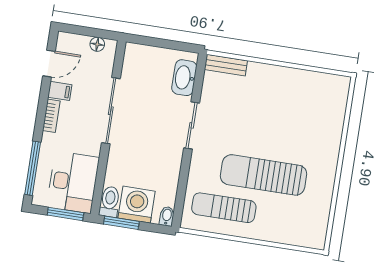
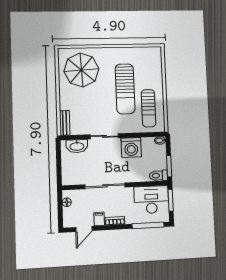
door: (49, 64) -> (84, 229), swing flipped
parasol: (308, 109) -> (81, 70), added
washing machine: (137, 205) -> (131, 147), moved, turned -90

